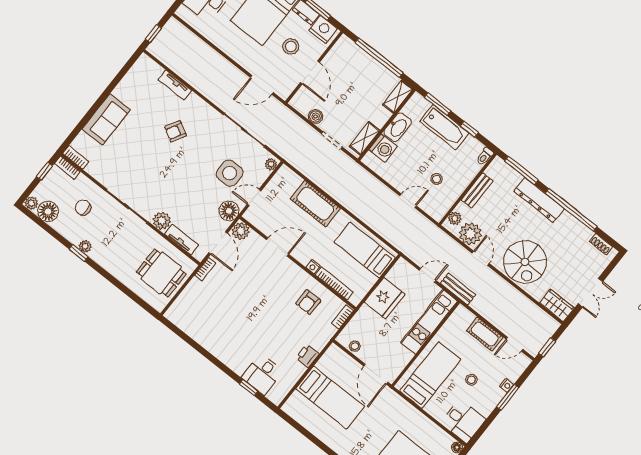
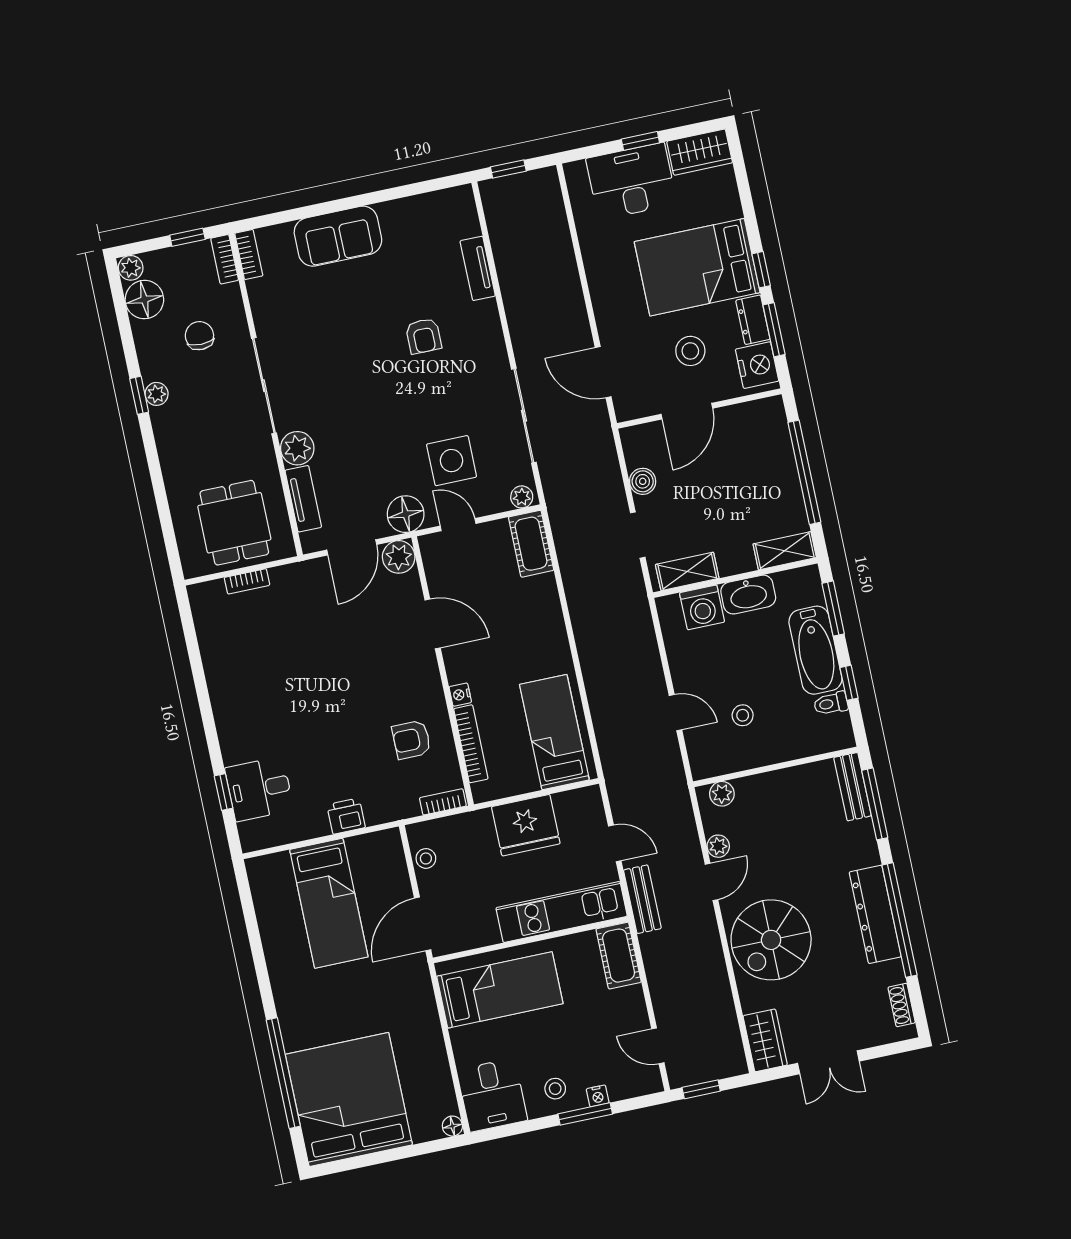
armchair: (176, 131) -> (424, 336), turned -119
toilet: (485, 156) -> (831, 703), moved
bench: (477, 190) -> (852, 787), moved, turned 90
dresser: (539, 200) -> (875, 914), moved
cot: (315, 204) -> (531, 544), moved, width x0.73, depth x0.75
plant: (470, 234) -> (718, 846), width x0.53, depth x0.53
bookcase: (205, 269) -> (247, 581), moved
cot: (485, 334) -> (619, 956), moved
stool: (471, 380) -> (555, 1089), moved

